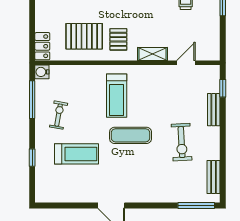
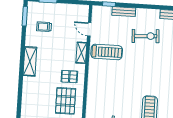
treadmill: (117, 96) -> (107, 52), moved
exercise mat: (131, 135) -> (138, 72), removed

